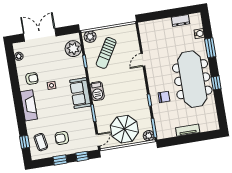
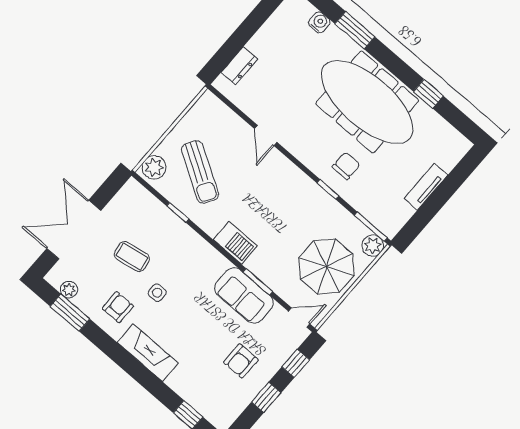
dresser: (181, 21) -> (239, 66), moved
plant: (73, 49) -> (144, 208), removed
window: (12, 65) -> (70, 313), added
window: (216, 83) -> (428, 94), moved
sofa: (80, 93) -> (244, 295), moved
door: (98, 140) -> (299, 318), hinge flipped
coffee table: (41, 142) -> (132, 256), moved

